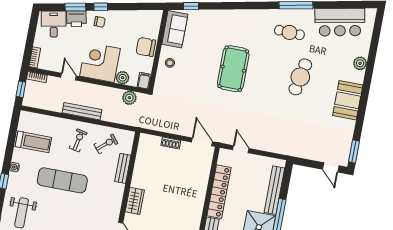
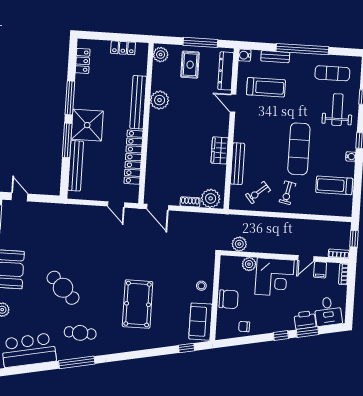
chair: (100, 22) -> (244, 327), moved
pool table: (233, 69) -> (138, 304), moved
door: (68, 77) -> (306, 258), hinge flipped
cafe table: (300, 77) -> (63, 288), turned -57
filing cabinet: (144, 81) -> (320, 270), moved
bench: (82, 111) -> (287, 224), removed
plant: (151, 144) -> (211, 198), added
bench: (123, 168) -> (238, 164), width x1.36
exercise mat: (62, 180) -> (299, 149), turned 90
wardrobe: (135, 201) -> (220, 150), moved

